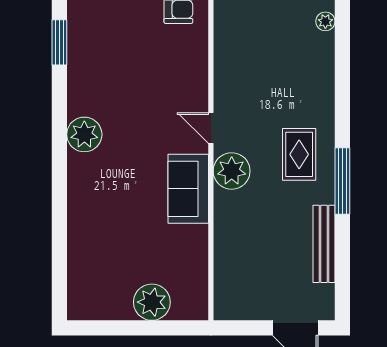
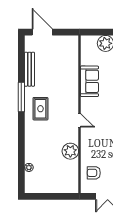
plant: (232, 171) -> (70, 151), moved
sofa: (188, 189) -> (89, 81), moved

